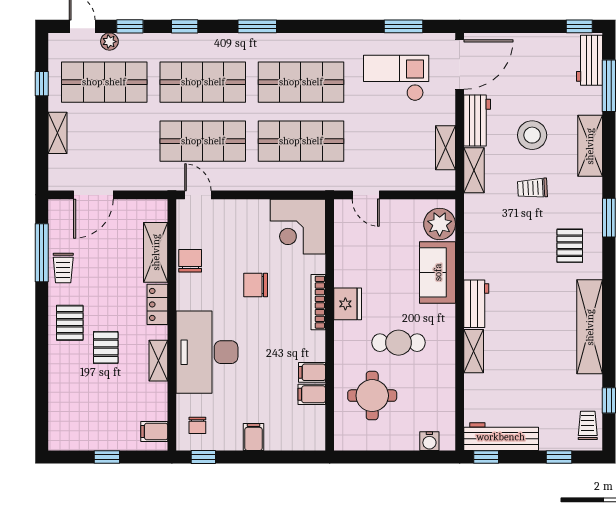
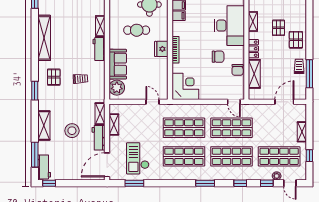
checkout: (396, 78) -> (138, 158), turned 90
trolley: (532, 188) -> (80, 79), moved
chair: (256, 285) -> (218, 57), moved

